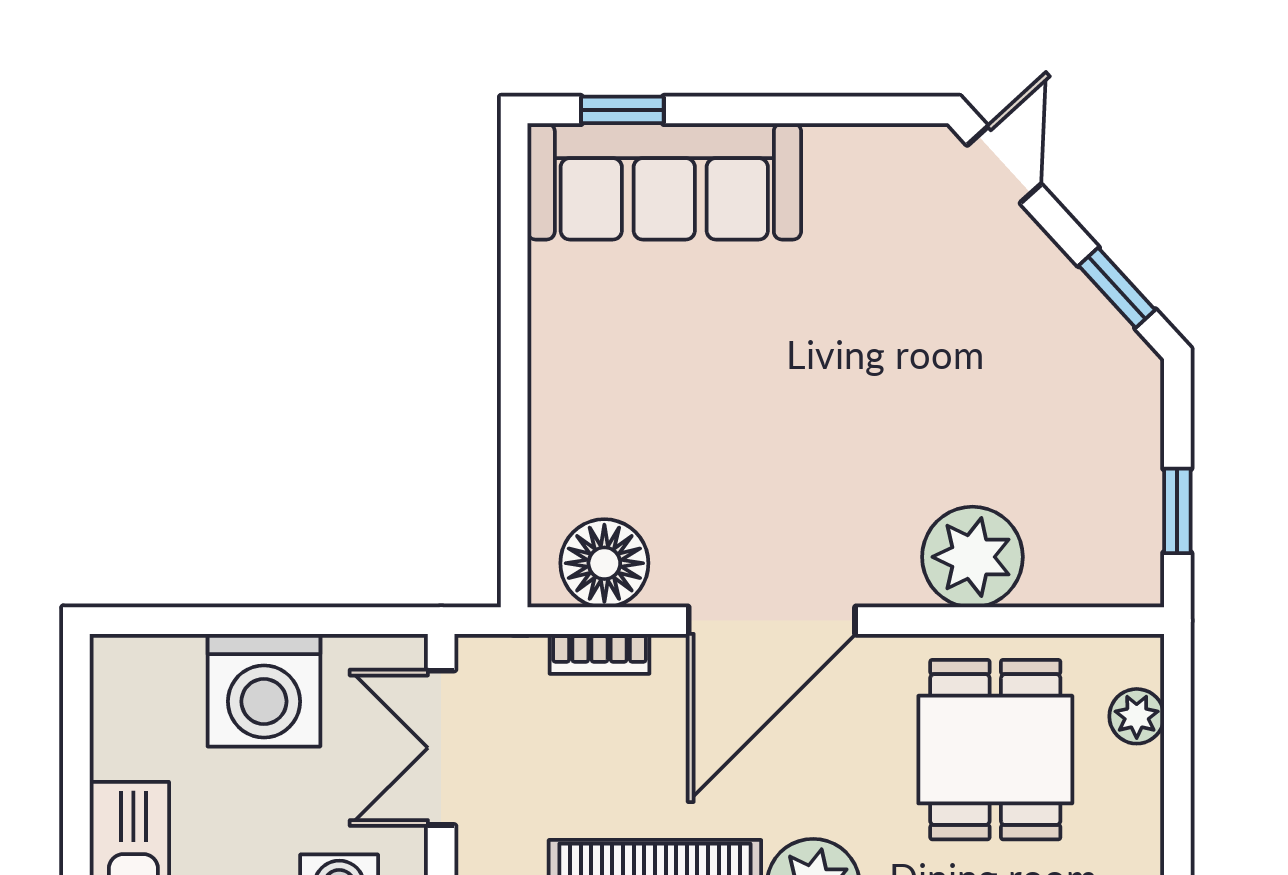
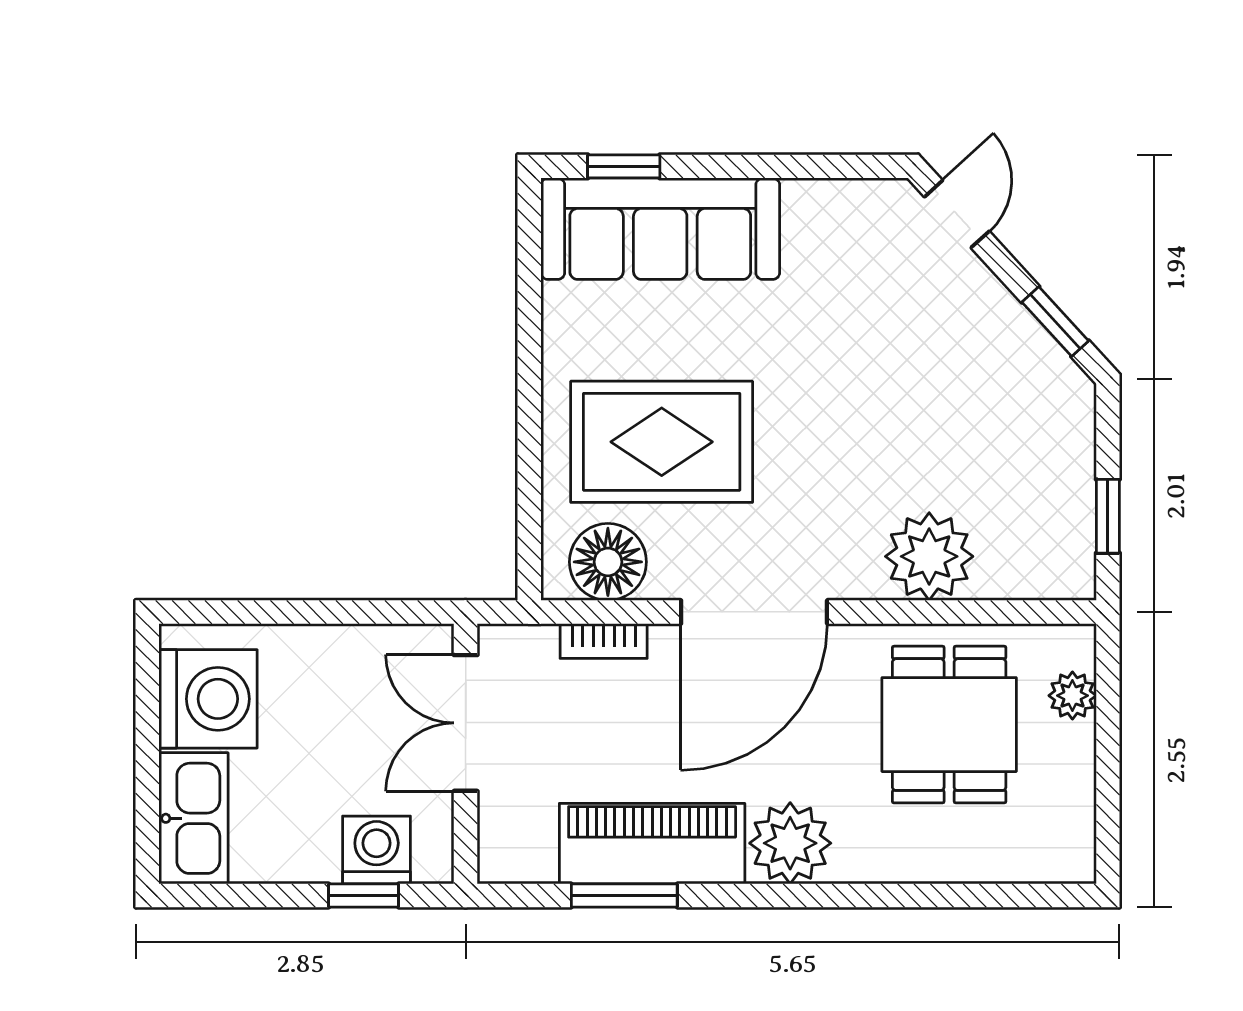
rug: (666, 426) -> (662, 442), added
washing machine: (264, 690) -> (208, 699), moved, turned -90

